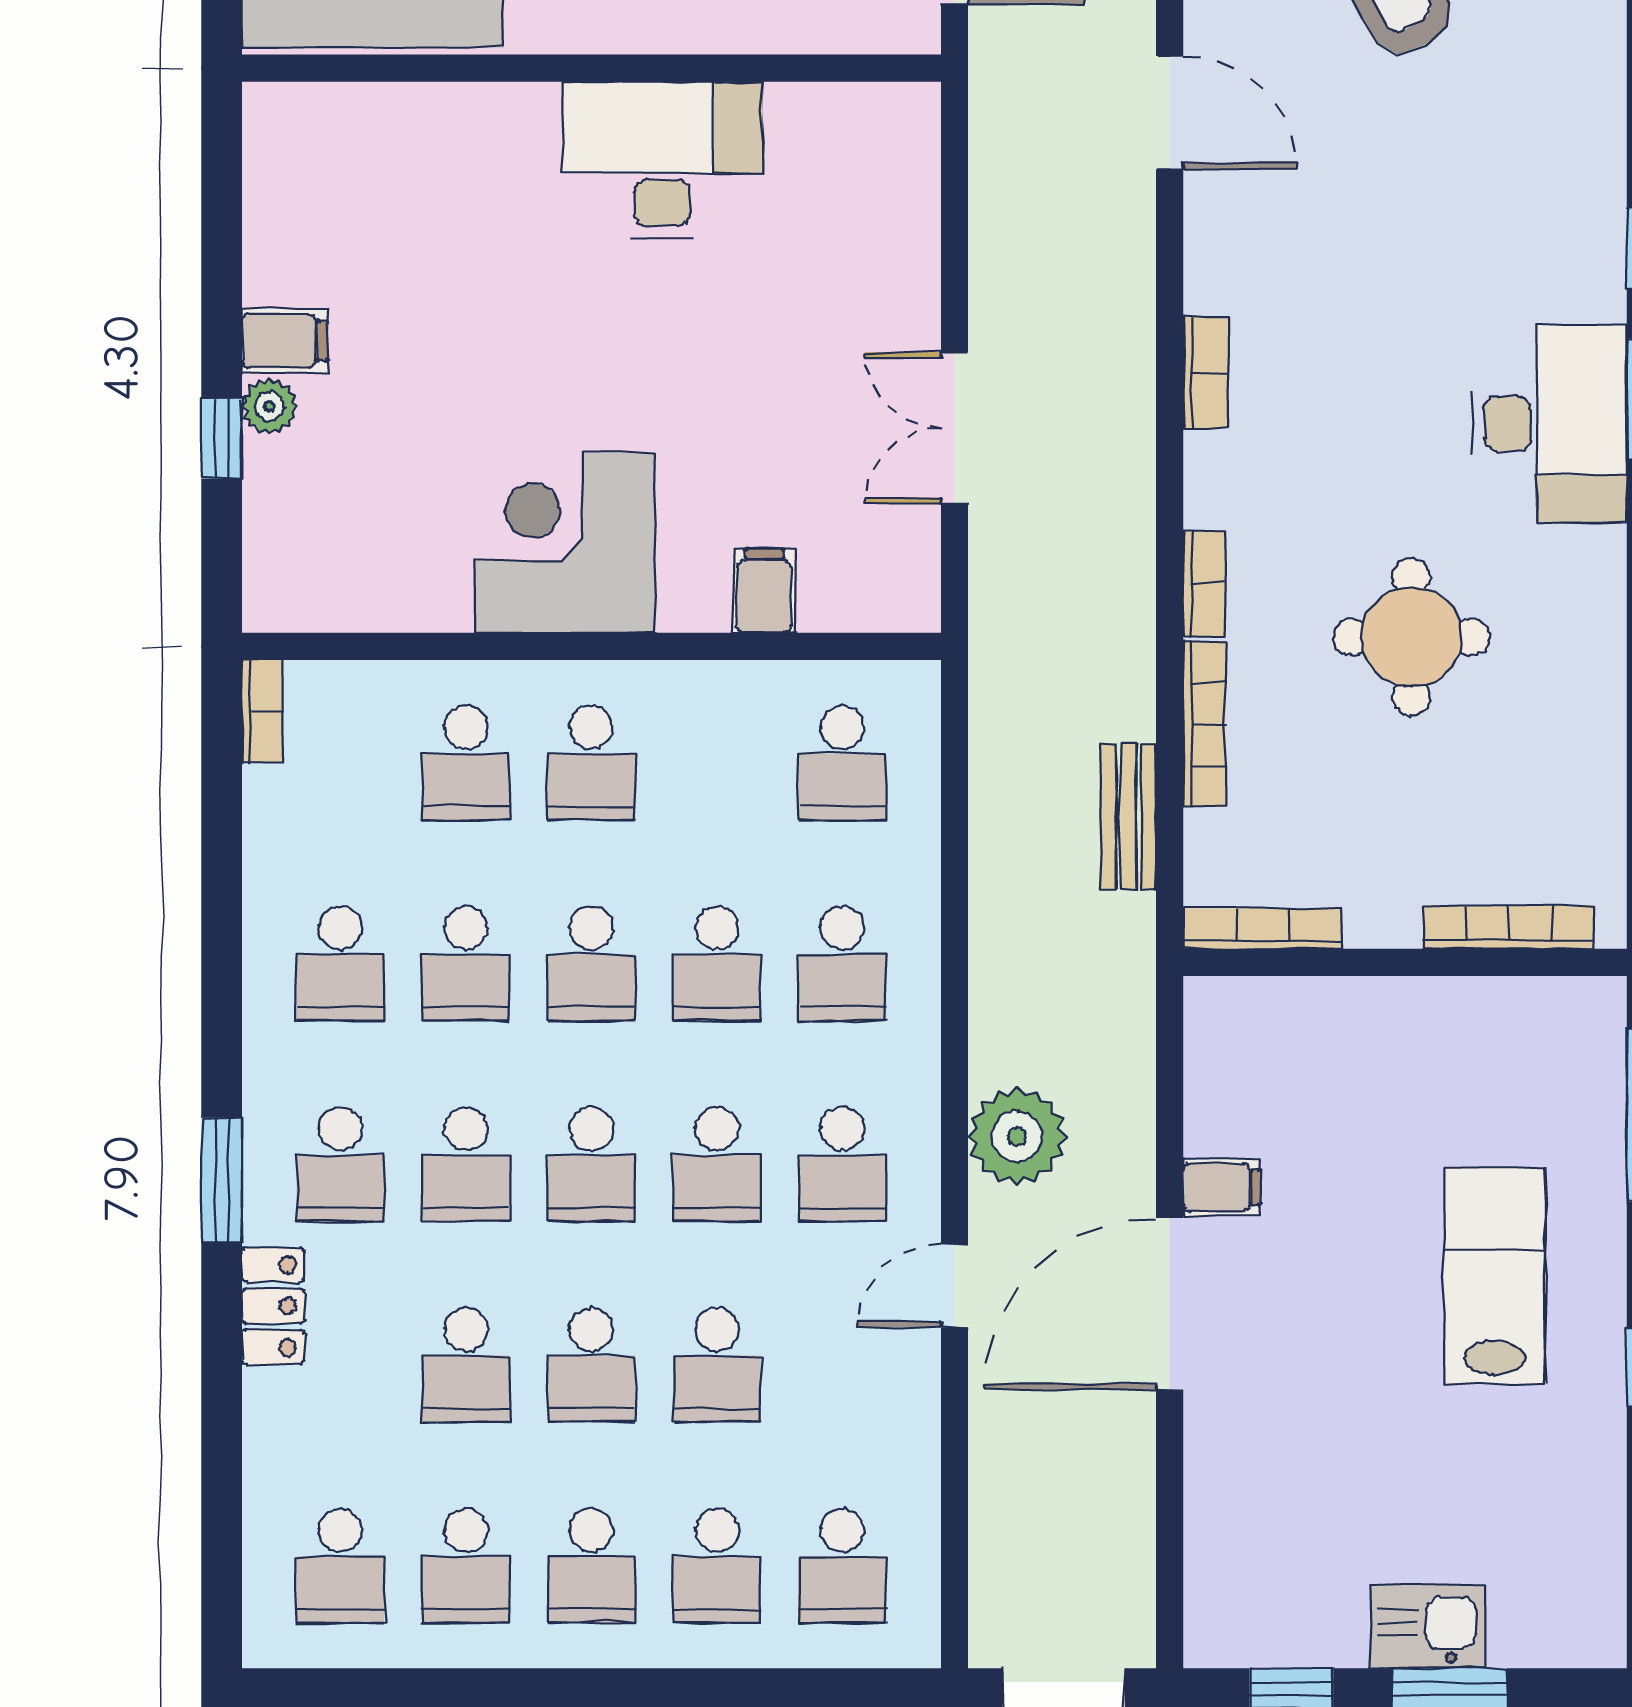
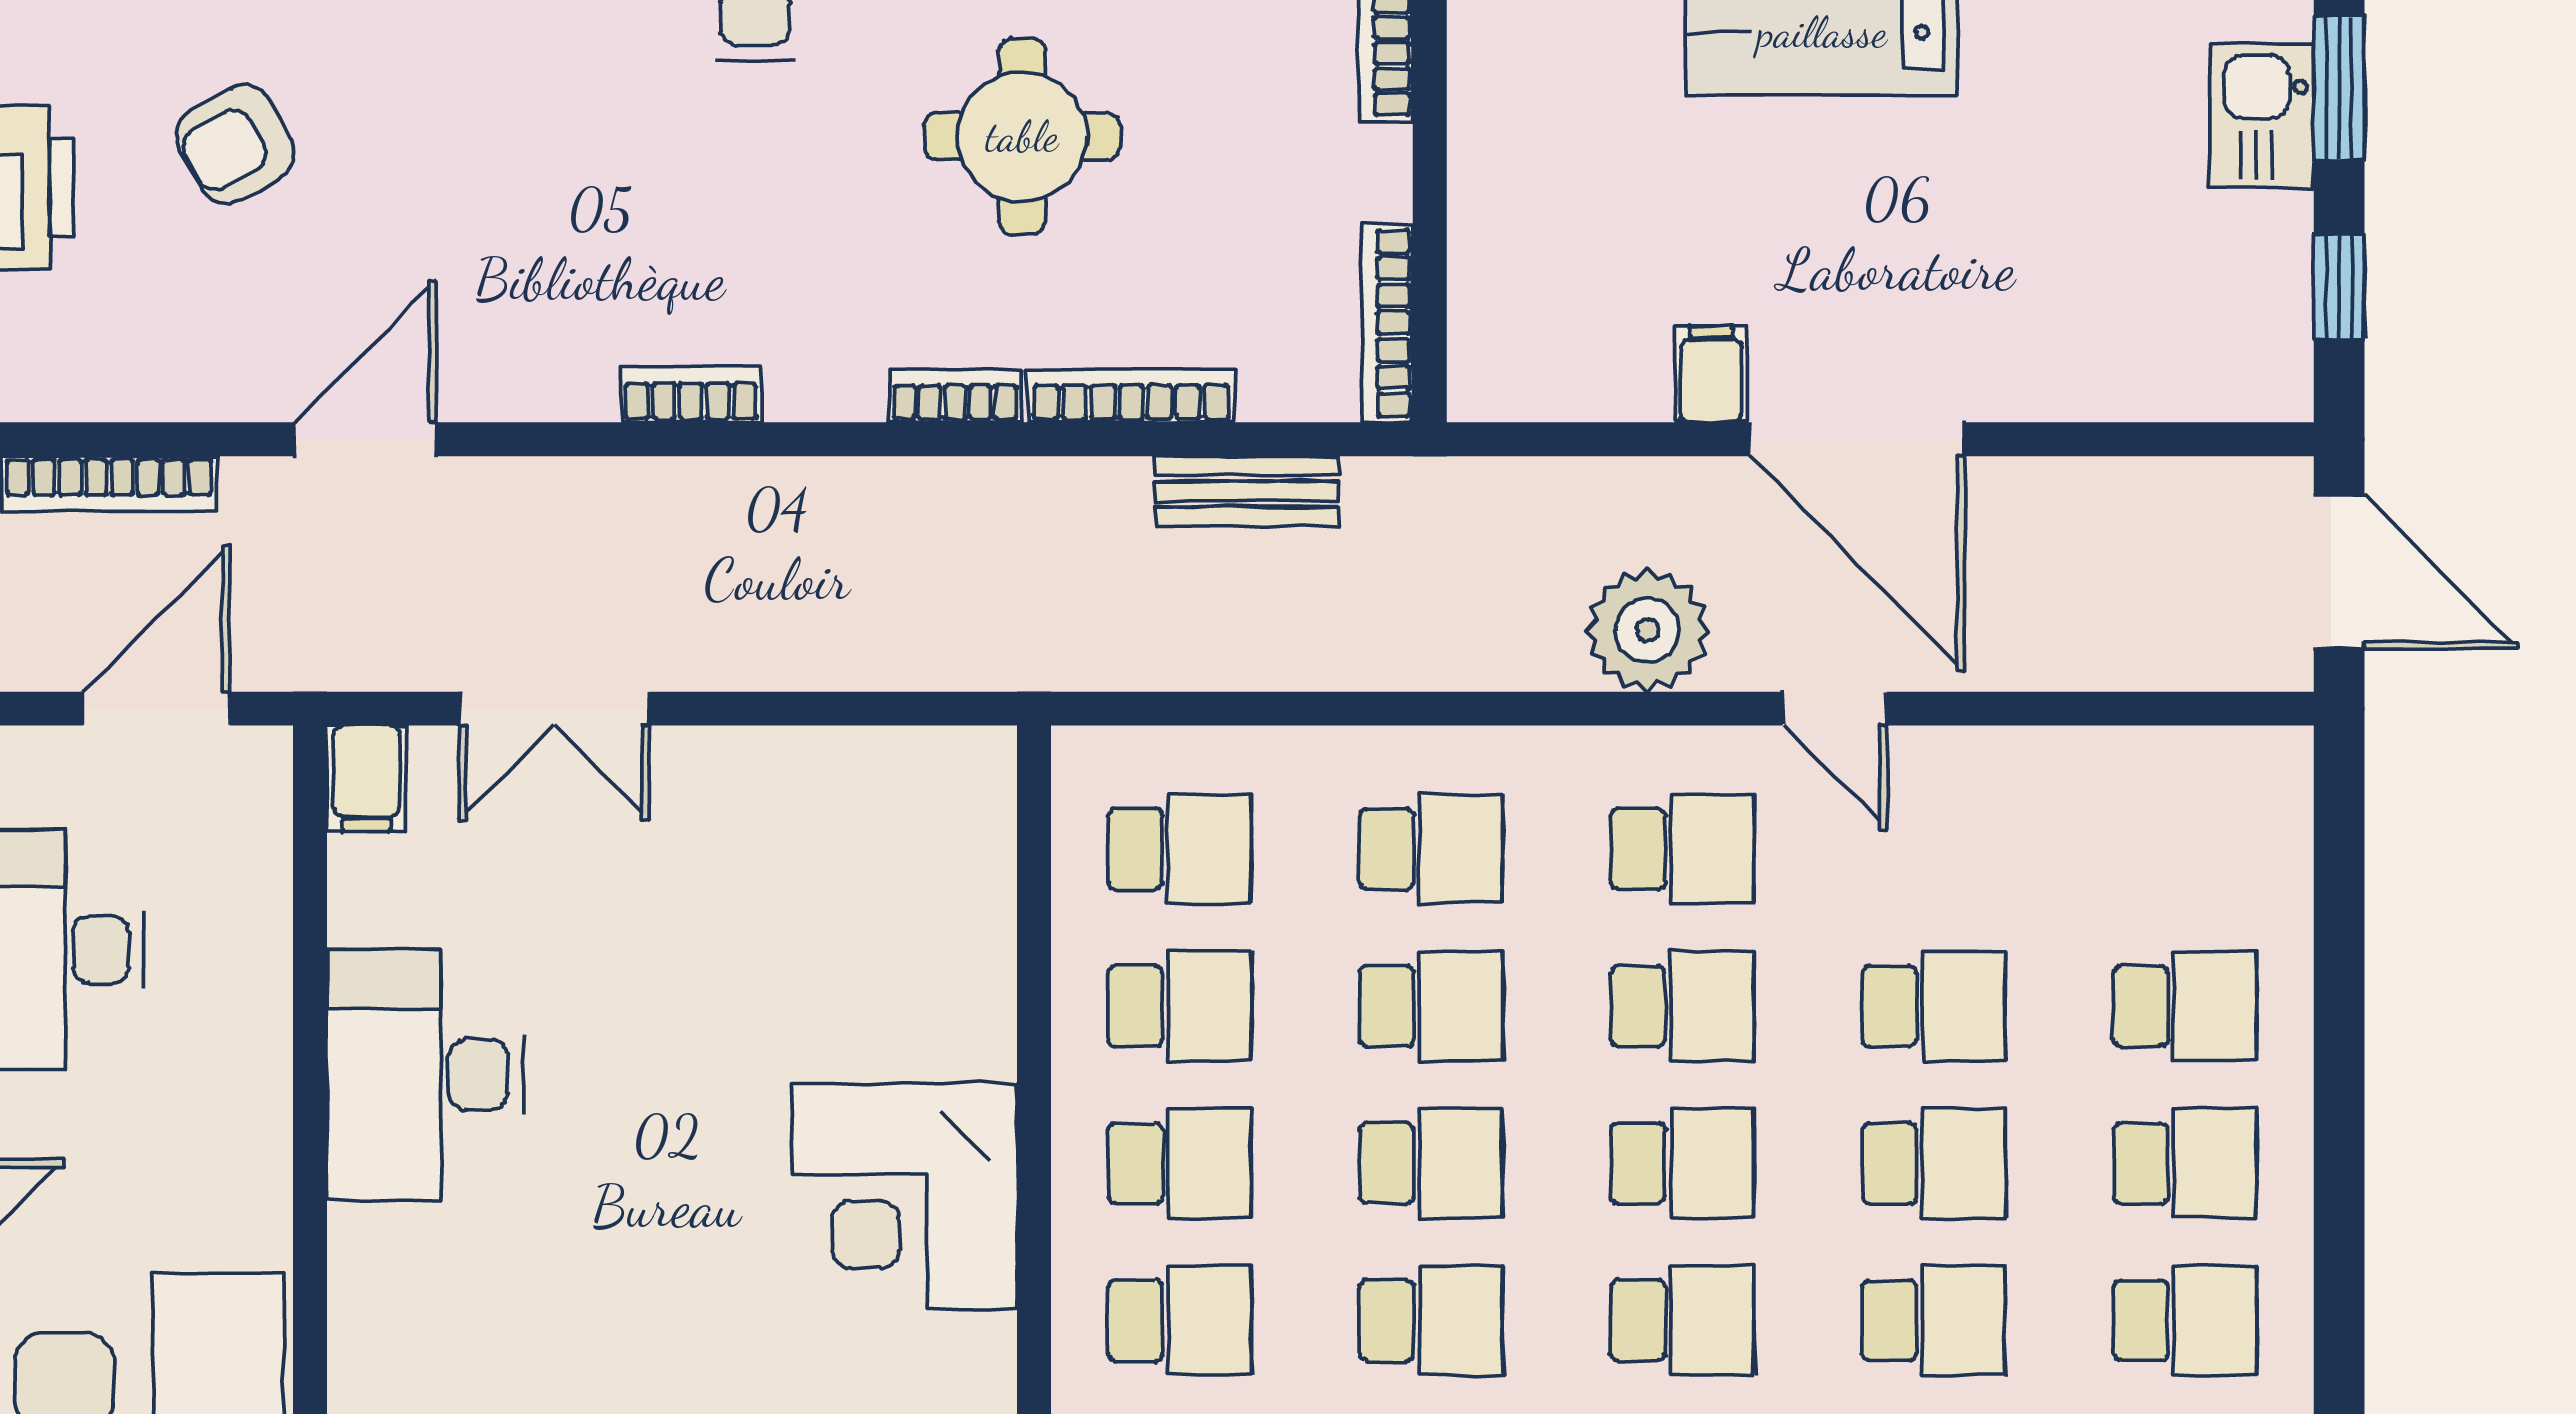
double door: (954, 428) -> (554, 709), moved
filing cabinet: (764, 591) -> (366, 778), moved, turned -90
school desk: (842, 1566) -> (1180, 1006), moved

